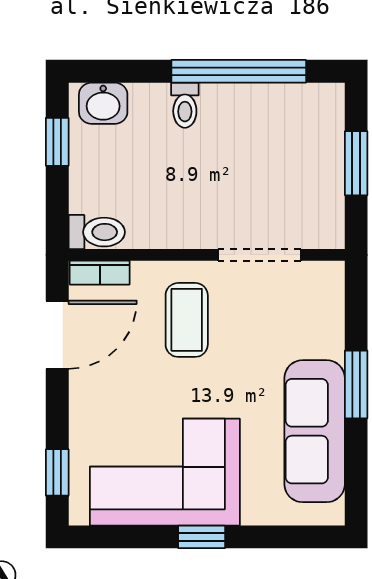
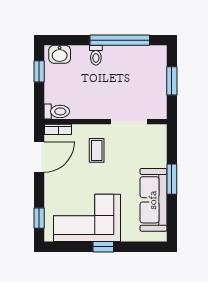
coffee table: (187, 320) -> (97, 150), width x0.73, depth x0.77

